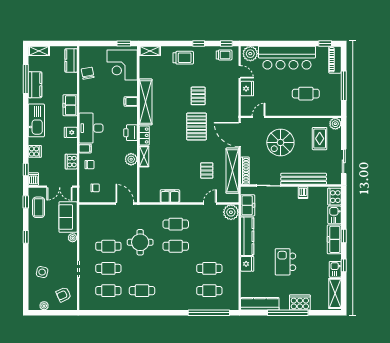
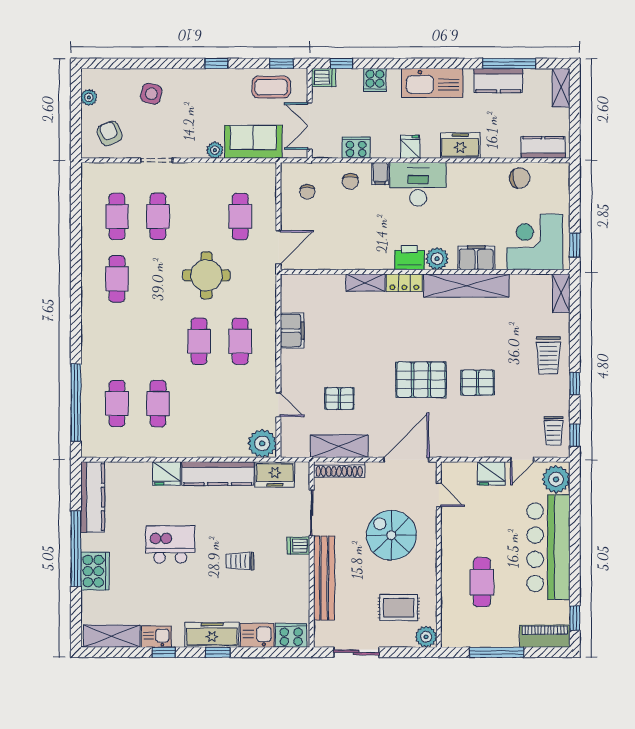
filing cabinet: (131, 102) -> (476, 258), width x2.00
plant: (131, 159) -> (437, 259), moved
shelving: (232, 171) -> (339, 446), width x0.68
dishwasher: (303, 193) -> (298, 546), moved
trolley: (294, 224) -> (240, 561), added
cafe table: (108, 246) -> (240, 216), moved

